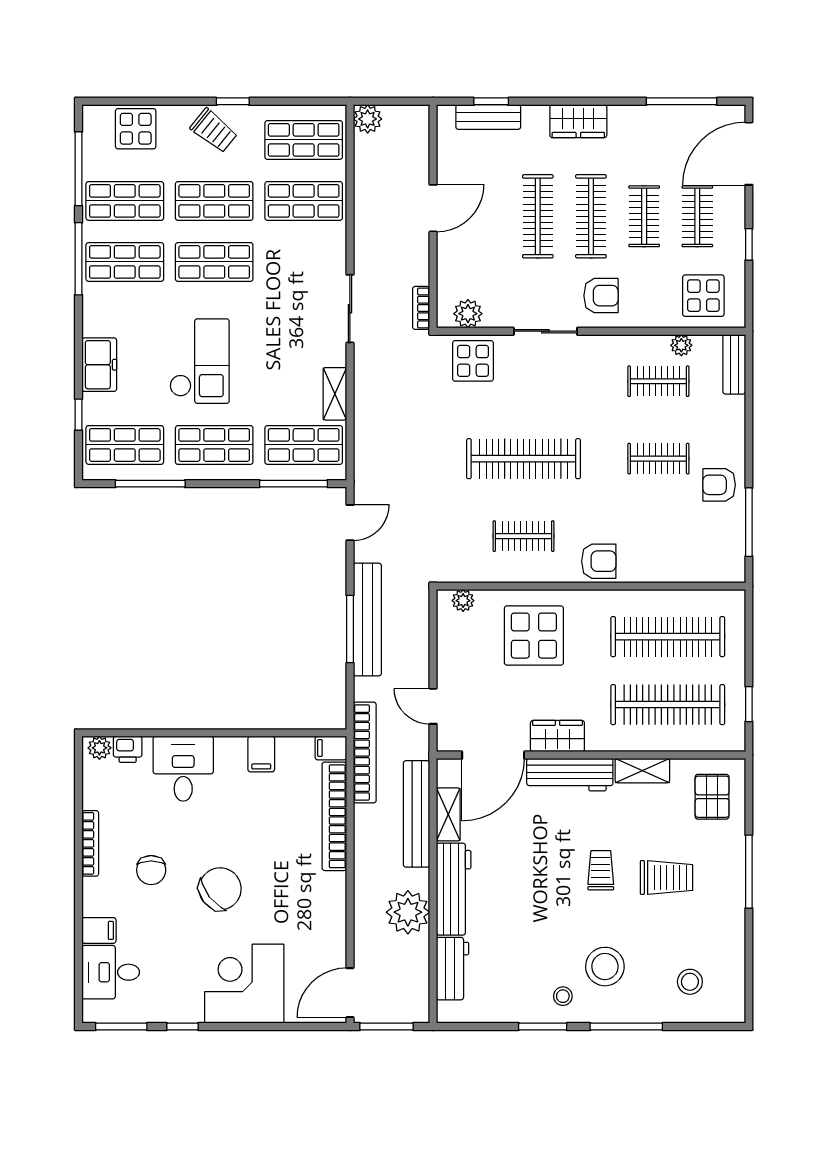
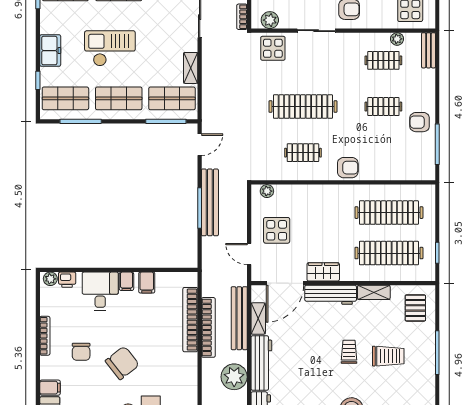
checkout: (199, 361) -> (110, 48), turned -90
display table: (534, 636) -> (277, 230), moved, width x0.73, depth x0.73
filing cabinet: (331, 748) -> (126, 281), moved, turned -90
bookcase: (365, 753) -> (208, 327), moved

